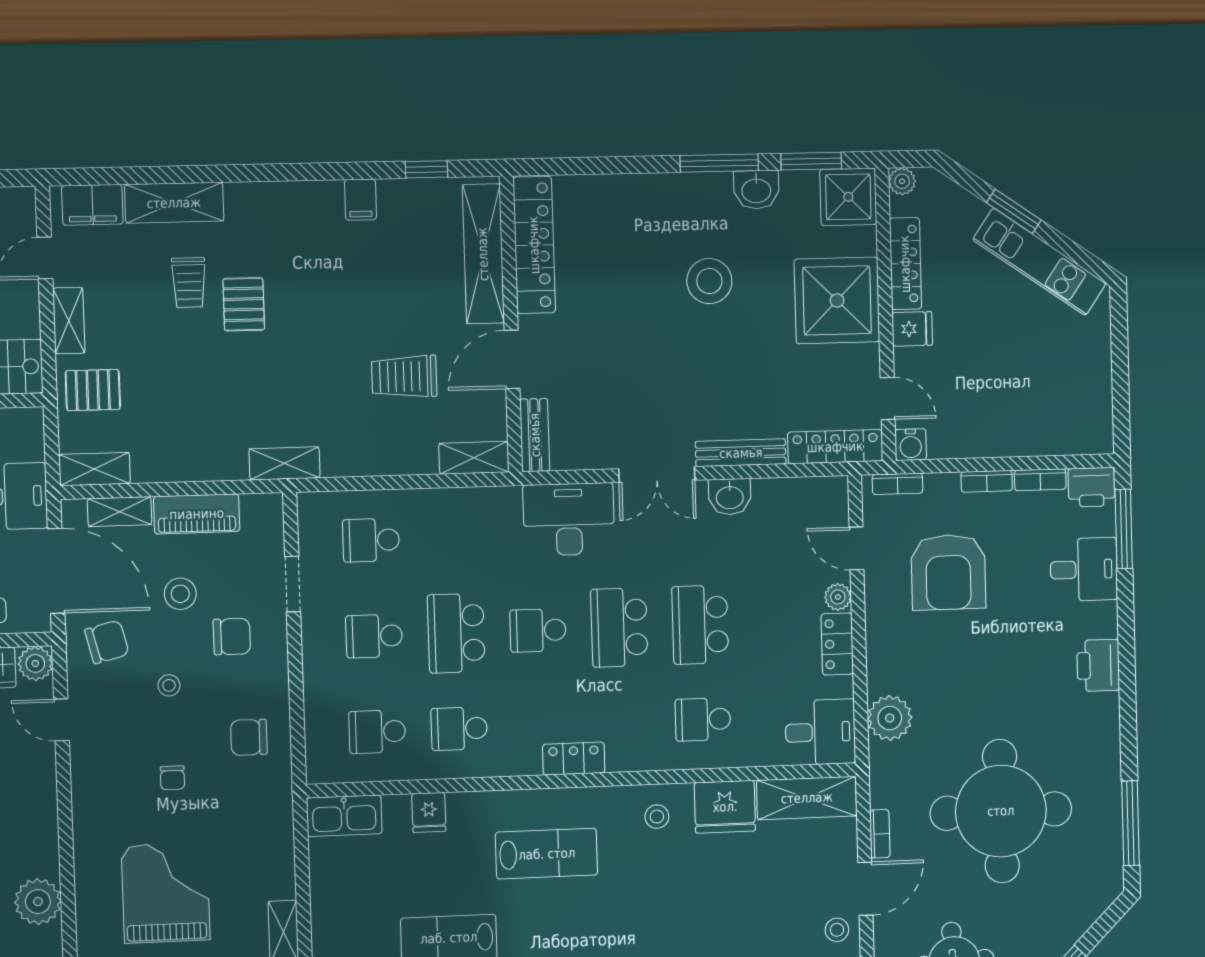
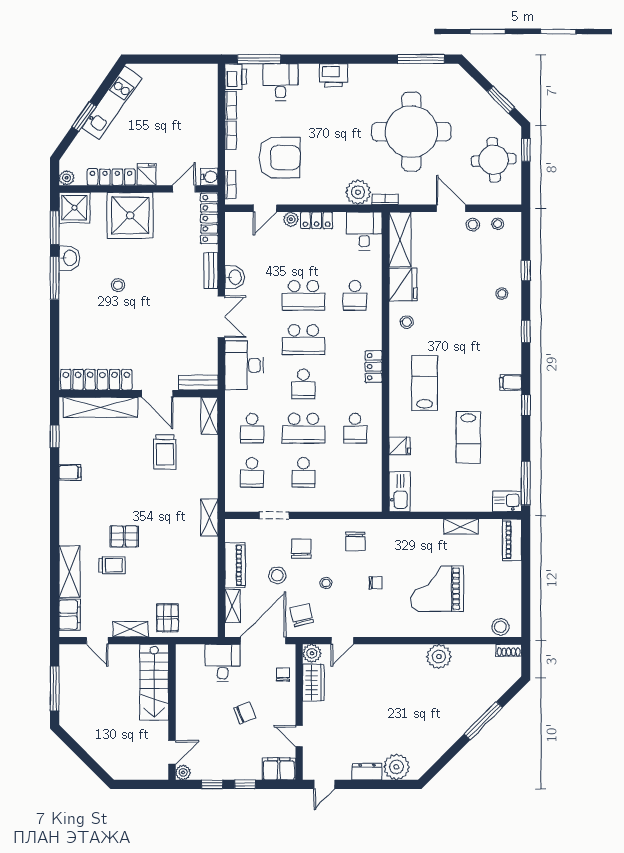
stool: (709, 281) -> (118, 285), width x0.53, depth x0.53
bench: (741, 453) -> (211, 271), width x0.73
shelving: (95, 469) -> (209, 618), removed
school desk: (377, 732) -> (252, 428), moved
bookcase: (880, 834) -> (385, 199), moved

